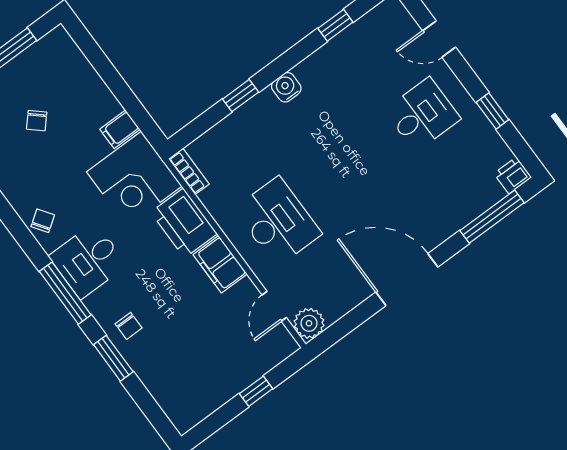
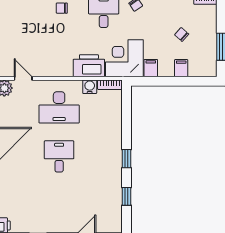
water cooler: (286, 87) -> (90, 87), moved, turned -90
window: (241, 96) -> (126, 159), moved
desk: (422, 115) -> (59, 156), moved, turned 180
filing cabinet: (220, 264) -> (181, 68), moved, width x0.50

